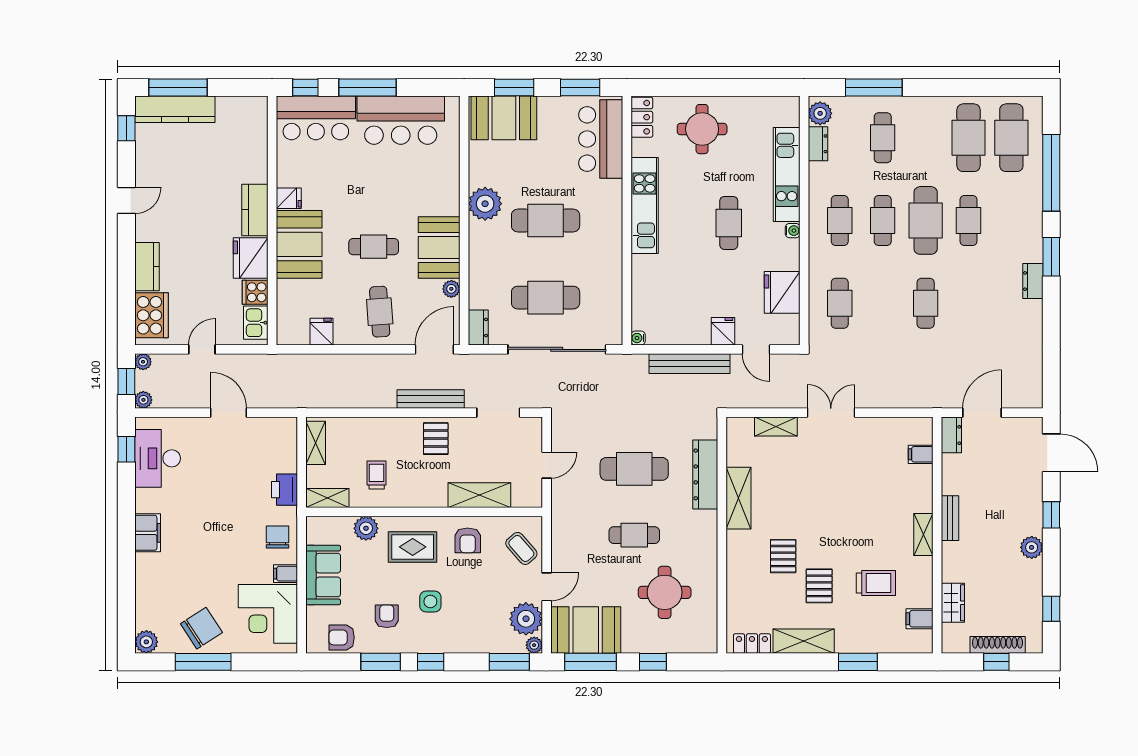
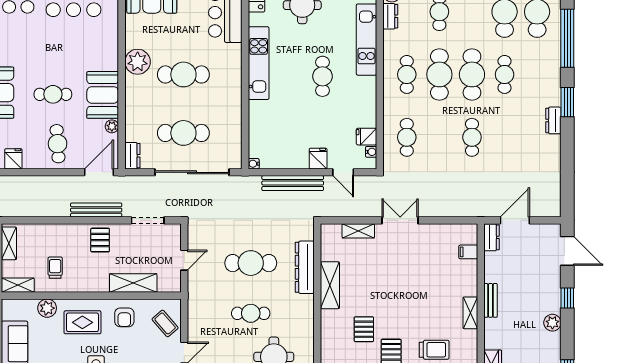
cafe table: (883, 220) -> (439, 74), width x1.37, depth x1.35
water cooler: (793, 231) -> (371, 152), moved
fridge: (782, 292) -> (366, 137), width x0.53, depth x0.75

